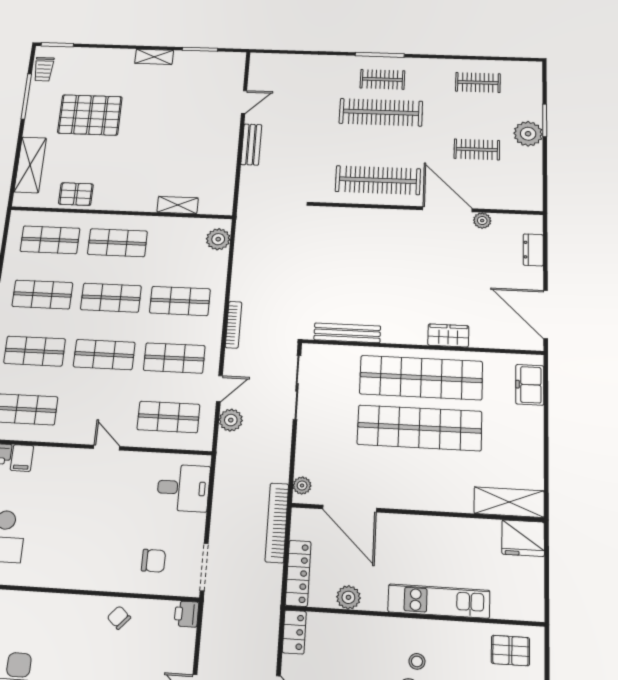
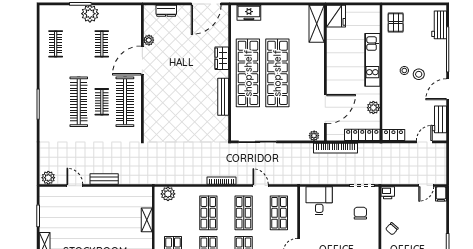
clothes rail: (382, 79) -> (102, 102), moved
bench: (347, 333) -> (223, 97), moved
plant: (231, 420) -> (48, 178), moved

